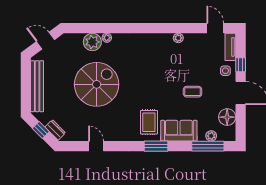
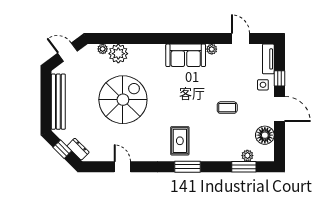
door: (215, 28) -> (241, 39), moved
plant: (107, 38) -> (103, 49), moved
sofa: (179, 131) -> (186, 55), moved, turned 180
window: (208, 146) -> (244, 167), width x0.69

